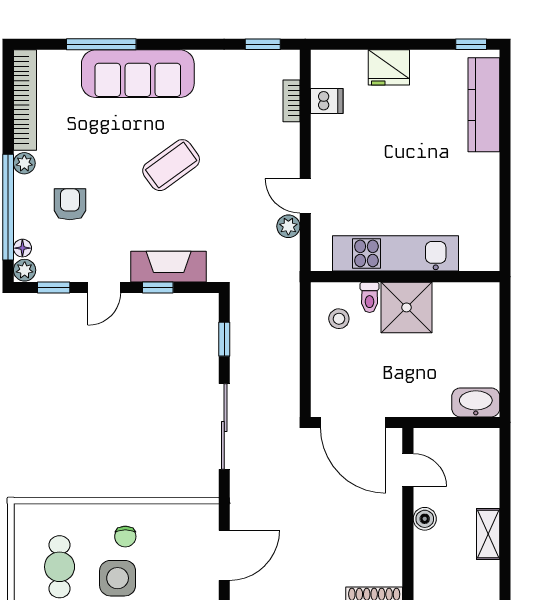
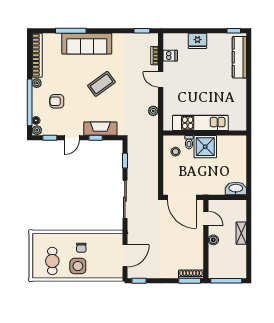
door: (305, 196) -> (161, 79), moved
armchair: (70, 204) -> (57, 101), turned -90
shelving: (488, 534) -> (241, 233), moved

